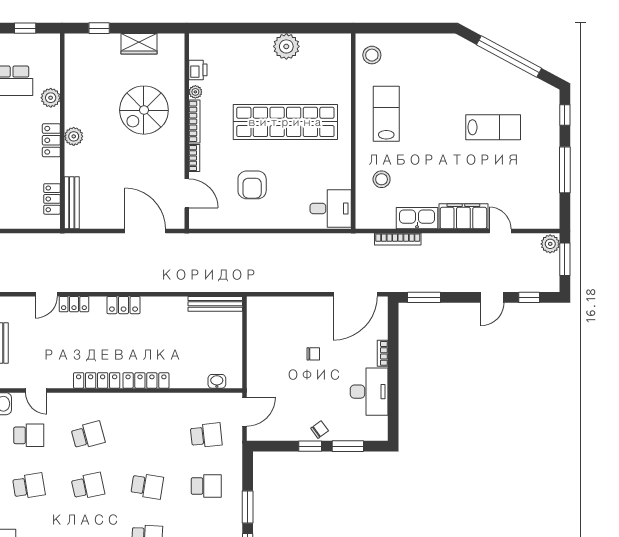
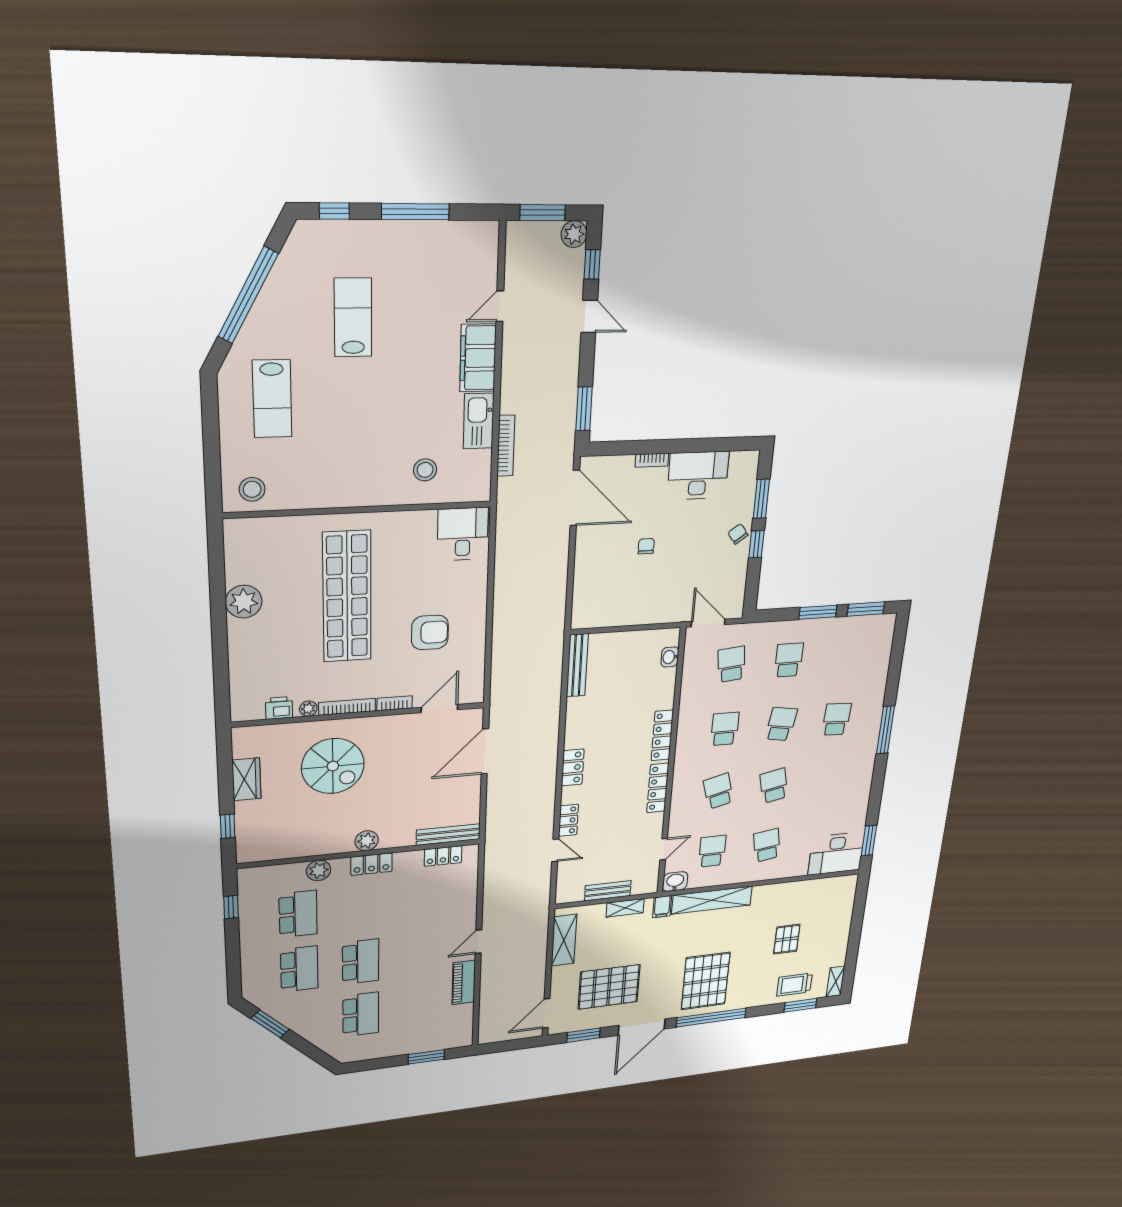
lab bench: (386, 114) -> (272, 399), moved, turned -90
plant: (550, 244) -> (574, 234), moved
school desk: (147, 435) -> (725, 729), added

